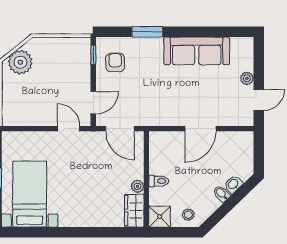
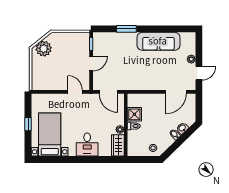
armchair: (115, 62) -> (105, 49), removed
door: (93, 103) -> (91, 64), moved
door: (200, 129) -> (176, 92), moved
desk: (87, 209) -> (87, 144), added
shower: (160, 217) -> (134, 114), moved

